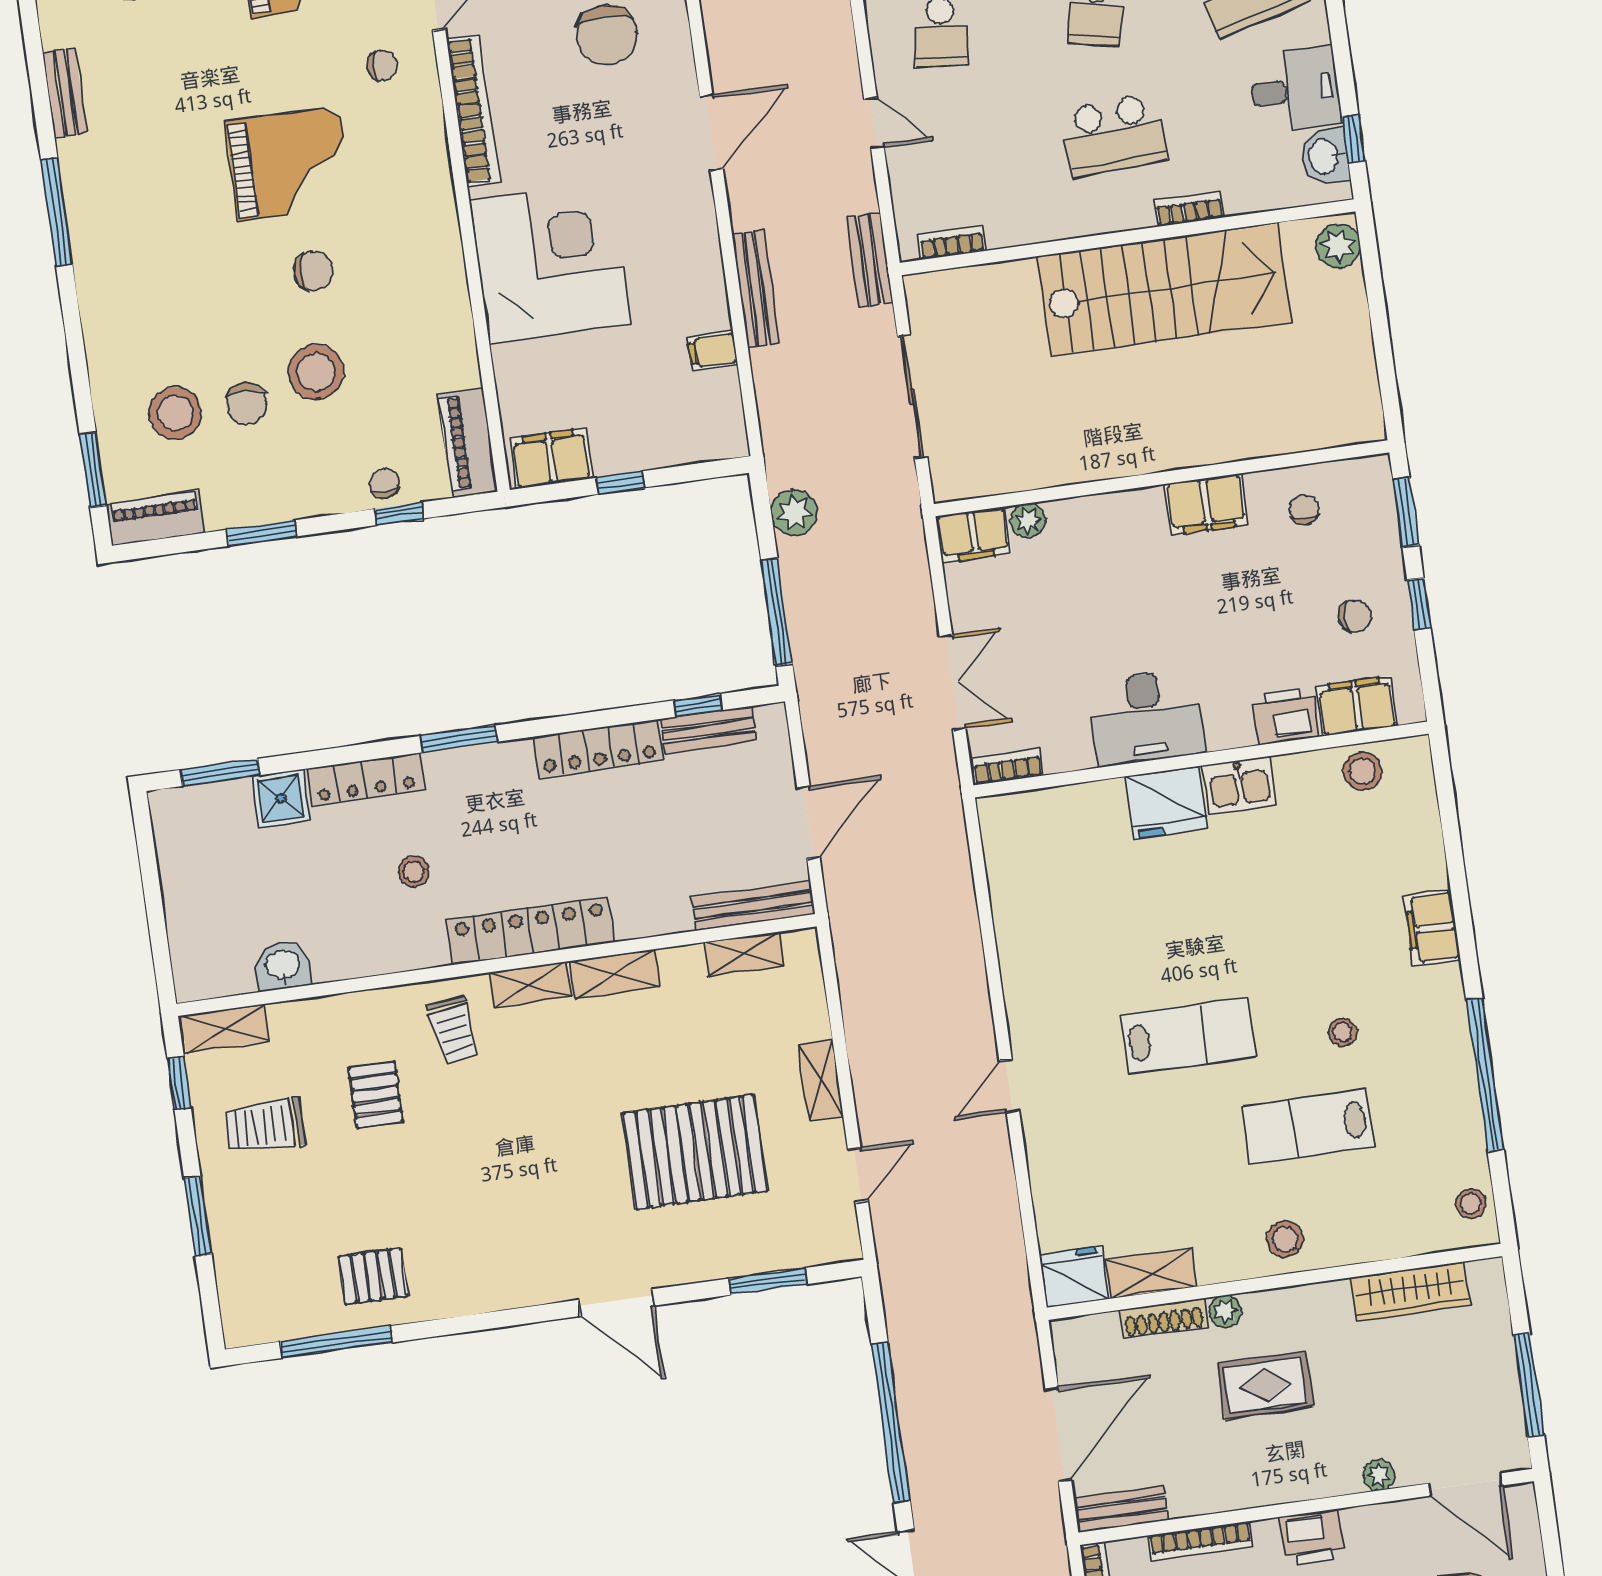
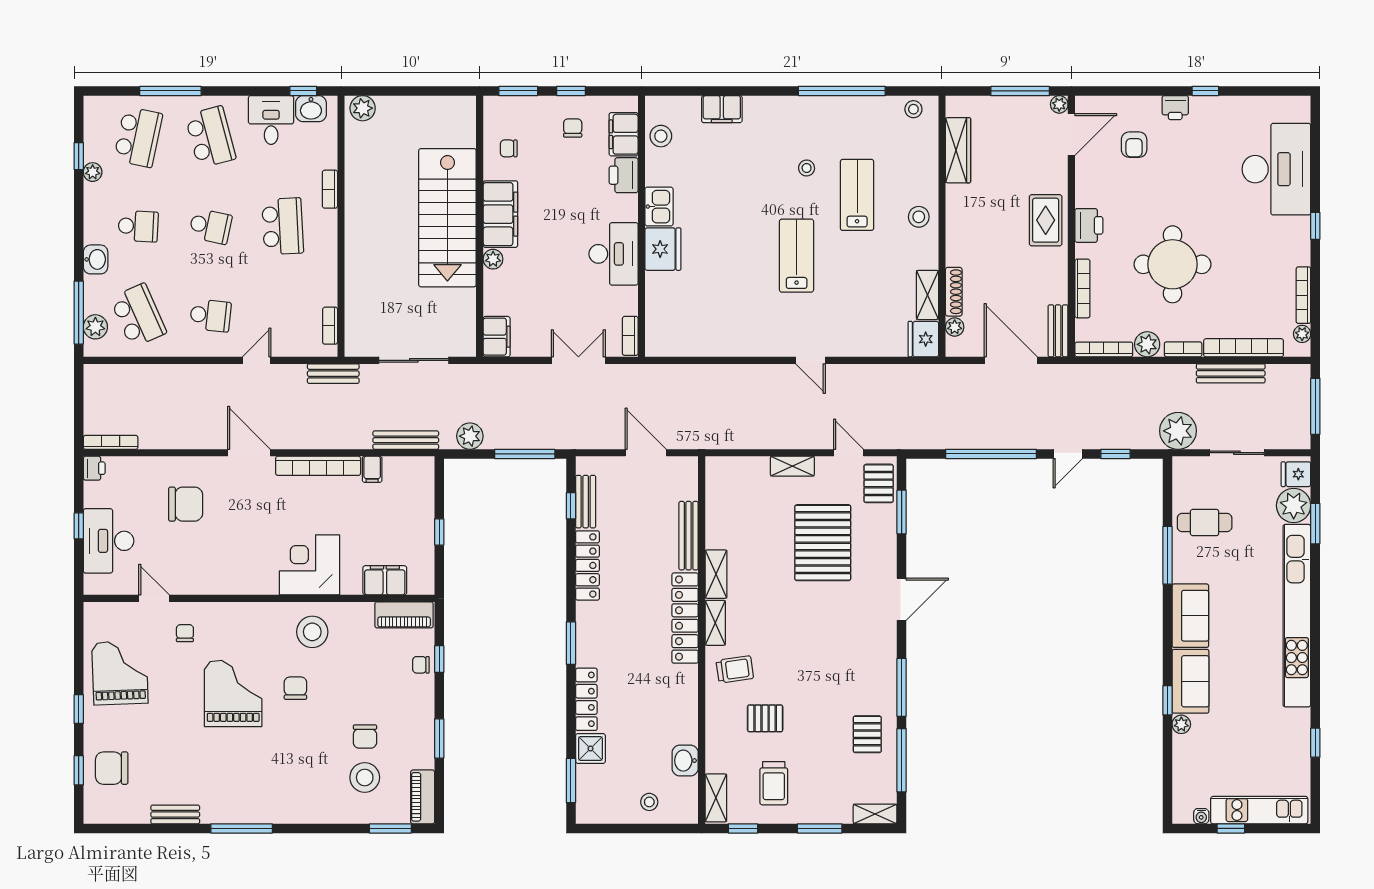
bookcase: (473, 110) -> (318, 466), moved, turned 180
corner desk: (550, 263) -> (310, 565), width x0.74, depth x0.74
bench: (756, 289) -> (406, 440), moved
stairs: (1165, 289) -> (447, 218), moved, turned 180
stool: (316, 372) -> (312, 632), moved
chair: (247, 403) -> (365, 736), turned 88
filing cabinet: (551, 458) -> (385, 580), moved, turned 90
filing cabinet: (1206, 504) -> (500, 214), width x1.50, depth x1.17
plant: (1028, 521) -> (493, 259), moved
stool: (414, 871) -> (649, 802), moved
bench: (753, 906) -> (689, 536), moved
filing cabinet: (1432, 928) -> (722, 109), moved
shelving: (744, 954) -> (875, 814), moved, turned 90
lab bench: (1308, 1127) -> (857, 195), turned 180
pallet: (812, 1234) -> (879, 483), added
plant: (1225, 1311) -> (955, 327), moved
window: (463, 1324) -> (902, 687), added
rug: (1265, 1385) -> (1046, 220), moved
plant: (1379, 1475) -> (1059, 104), moved

